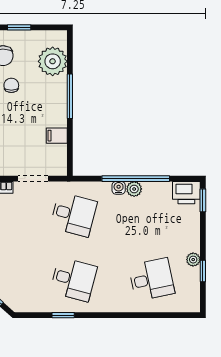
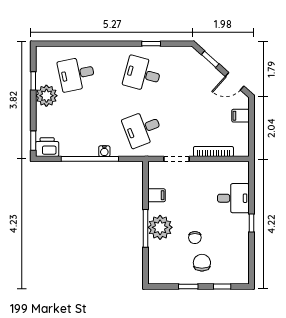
plant: (53, 61) -> (160, 227), moved
plant: (134, 189) -> (91, 150), removed
desk: (73, 214) -> (142, 129), turned -36
plant: (193, 260) -> (46, 96), width x1.87, depth x1.87

